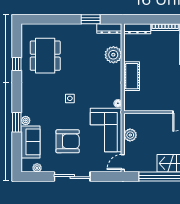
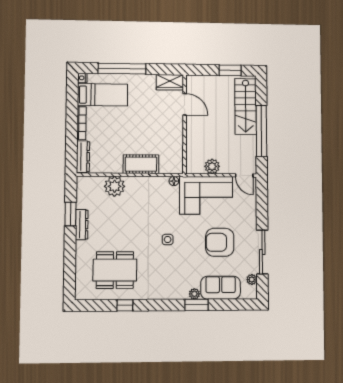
dresser: (109, 28) -> (82, 225), moved
armchair: (68, 141) -> (220, 242), turned -90
sliding door: (72, 177) -> (262, 252), moved

